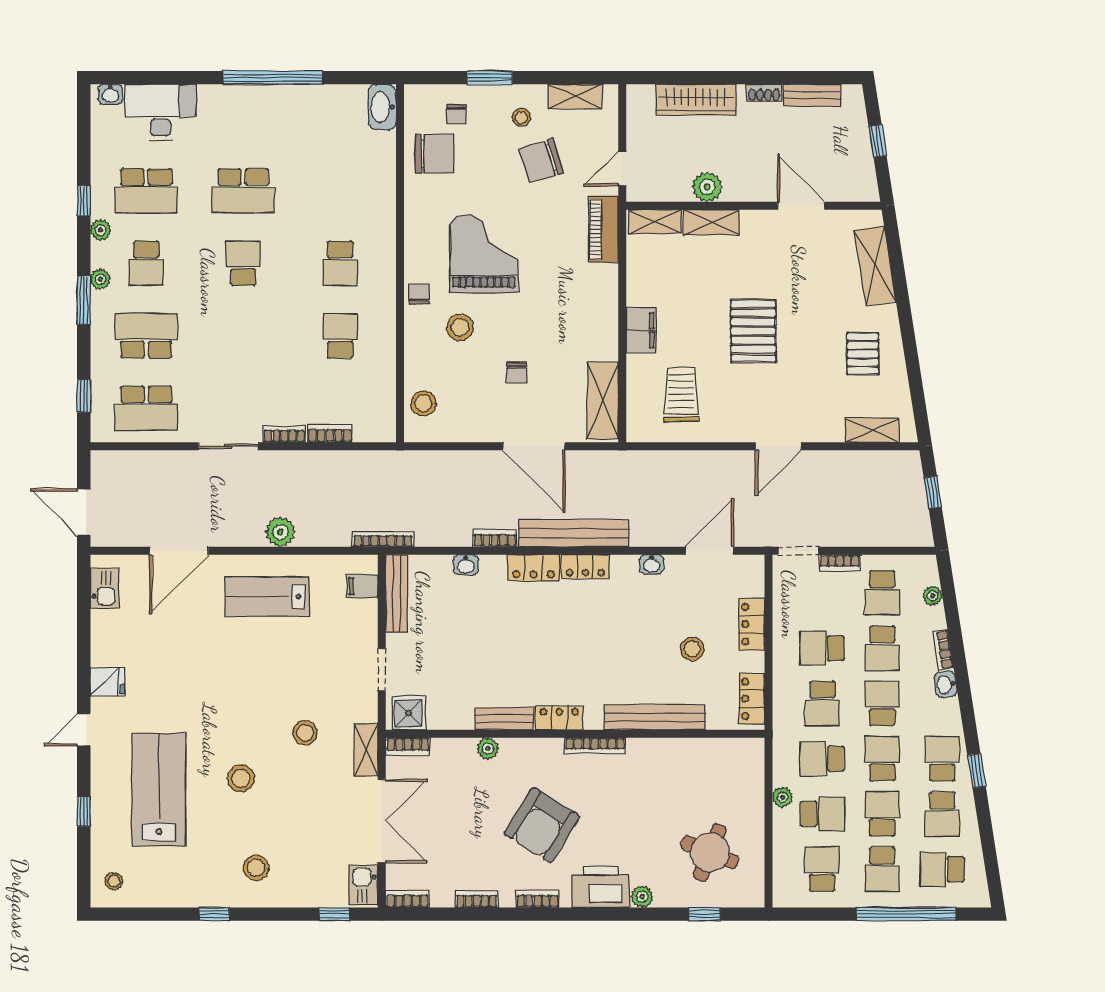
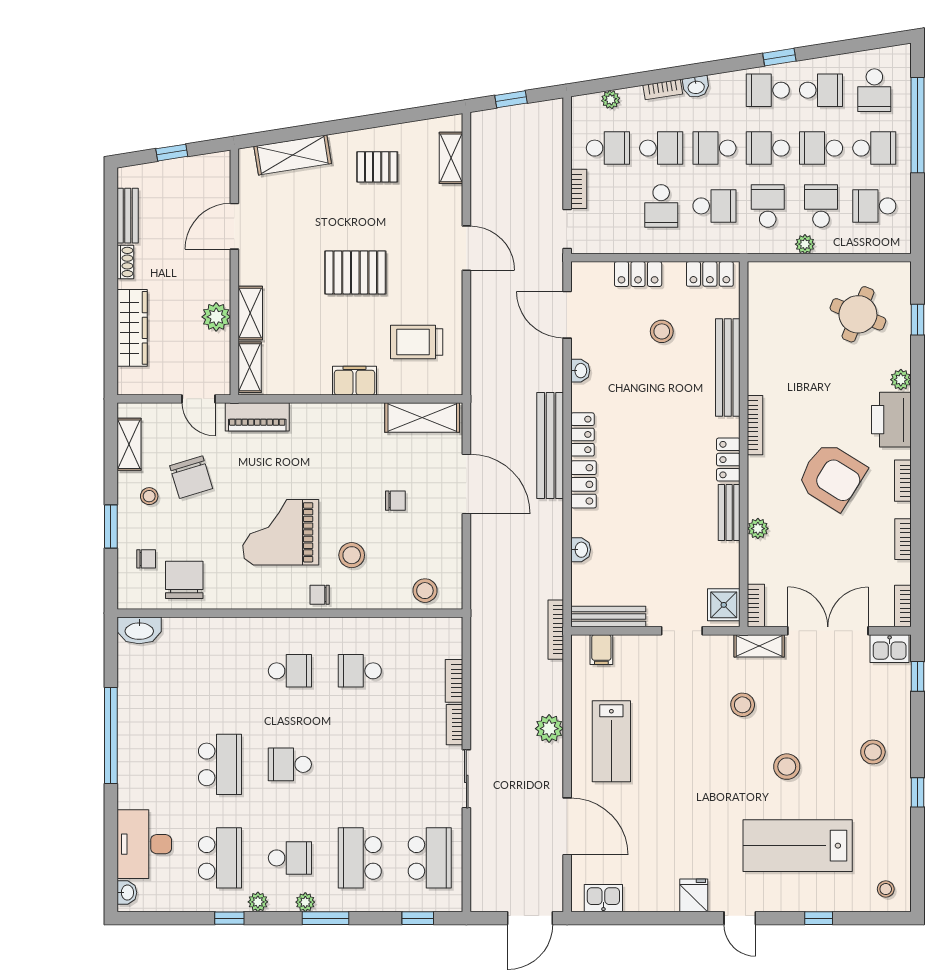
door: (534, 446) -> (466, 484), hinge flipped
bookcase: (495, 538) -> (555, 522), removed
school desk: (822, 759) -> (768, 206), turned 180

